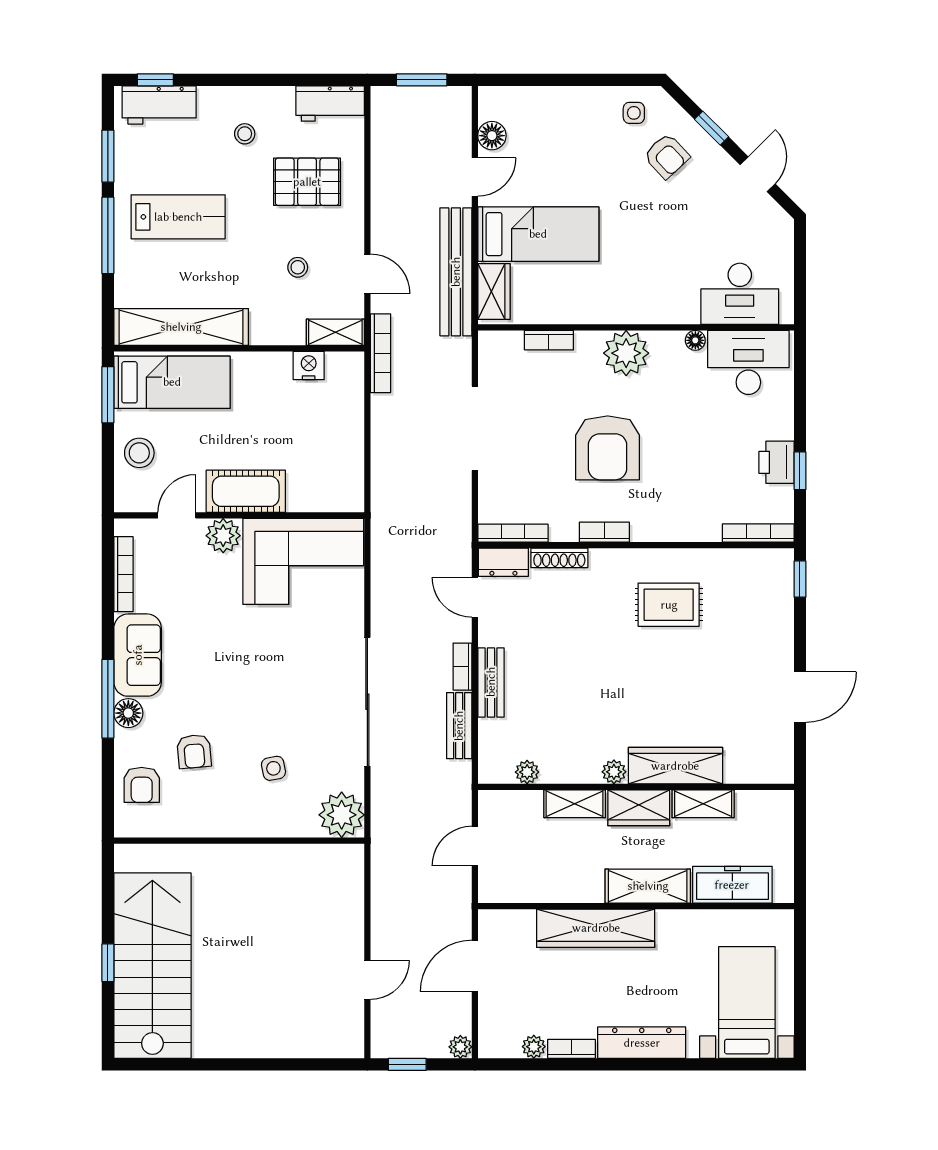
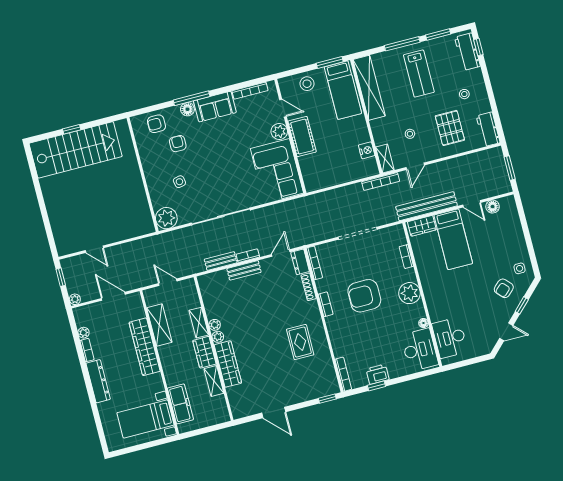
armchair: (194, 751) -> (178, 144), turned 95
plant: (527, 772) -> (215, 325), moved
shelving: (648, 886) -> (159, 325), moved
bed with nightstands: (747, 1002) -> (145, 419), moved, turned 180

